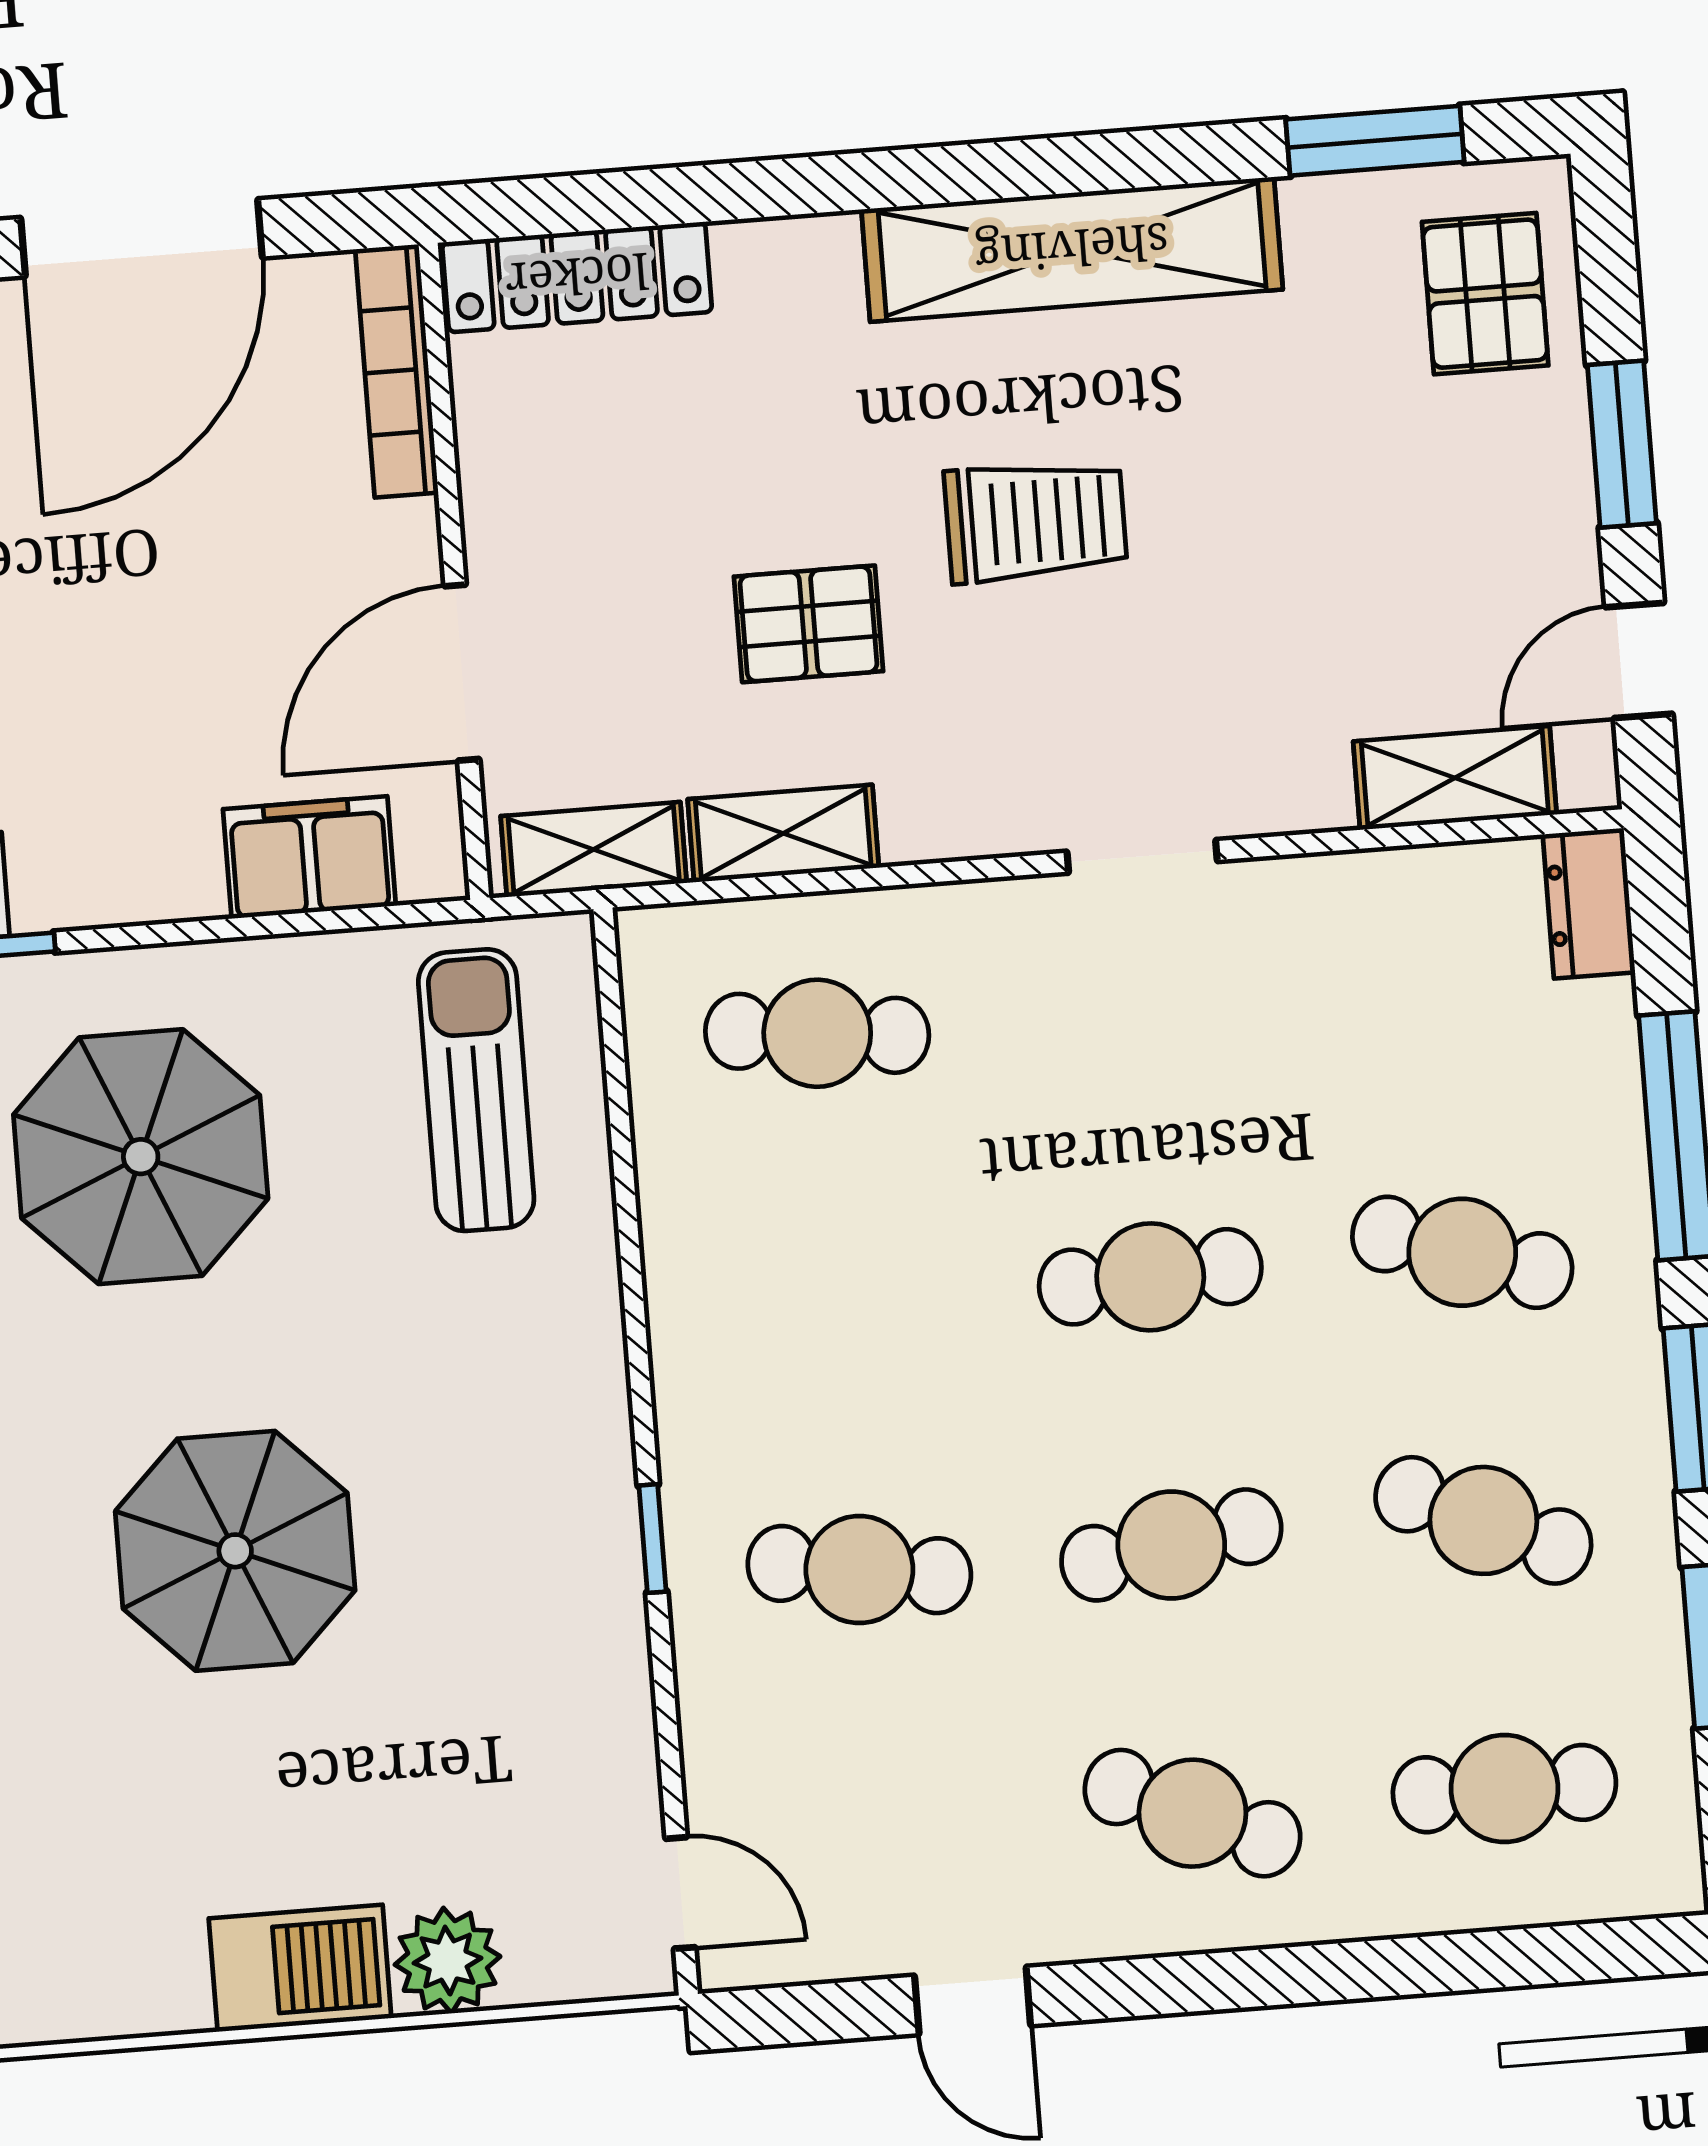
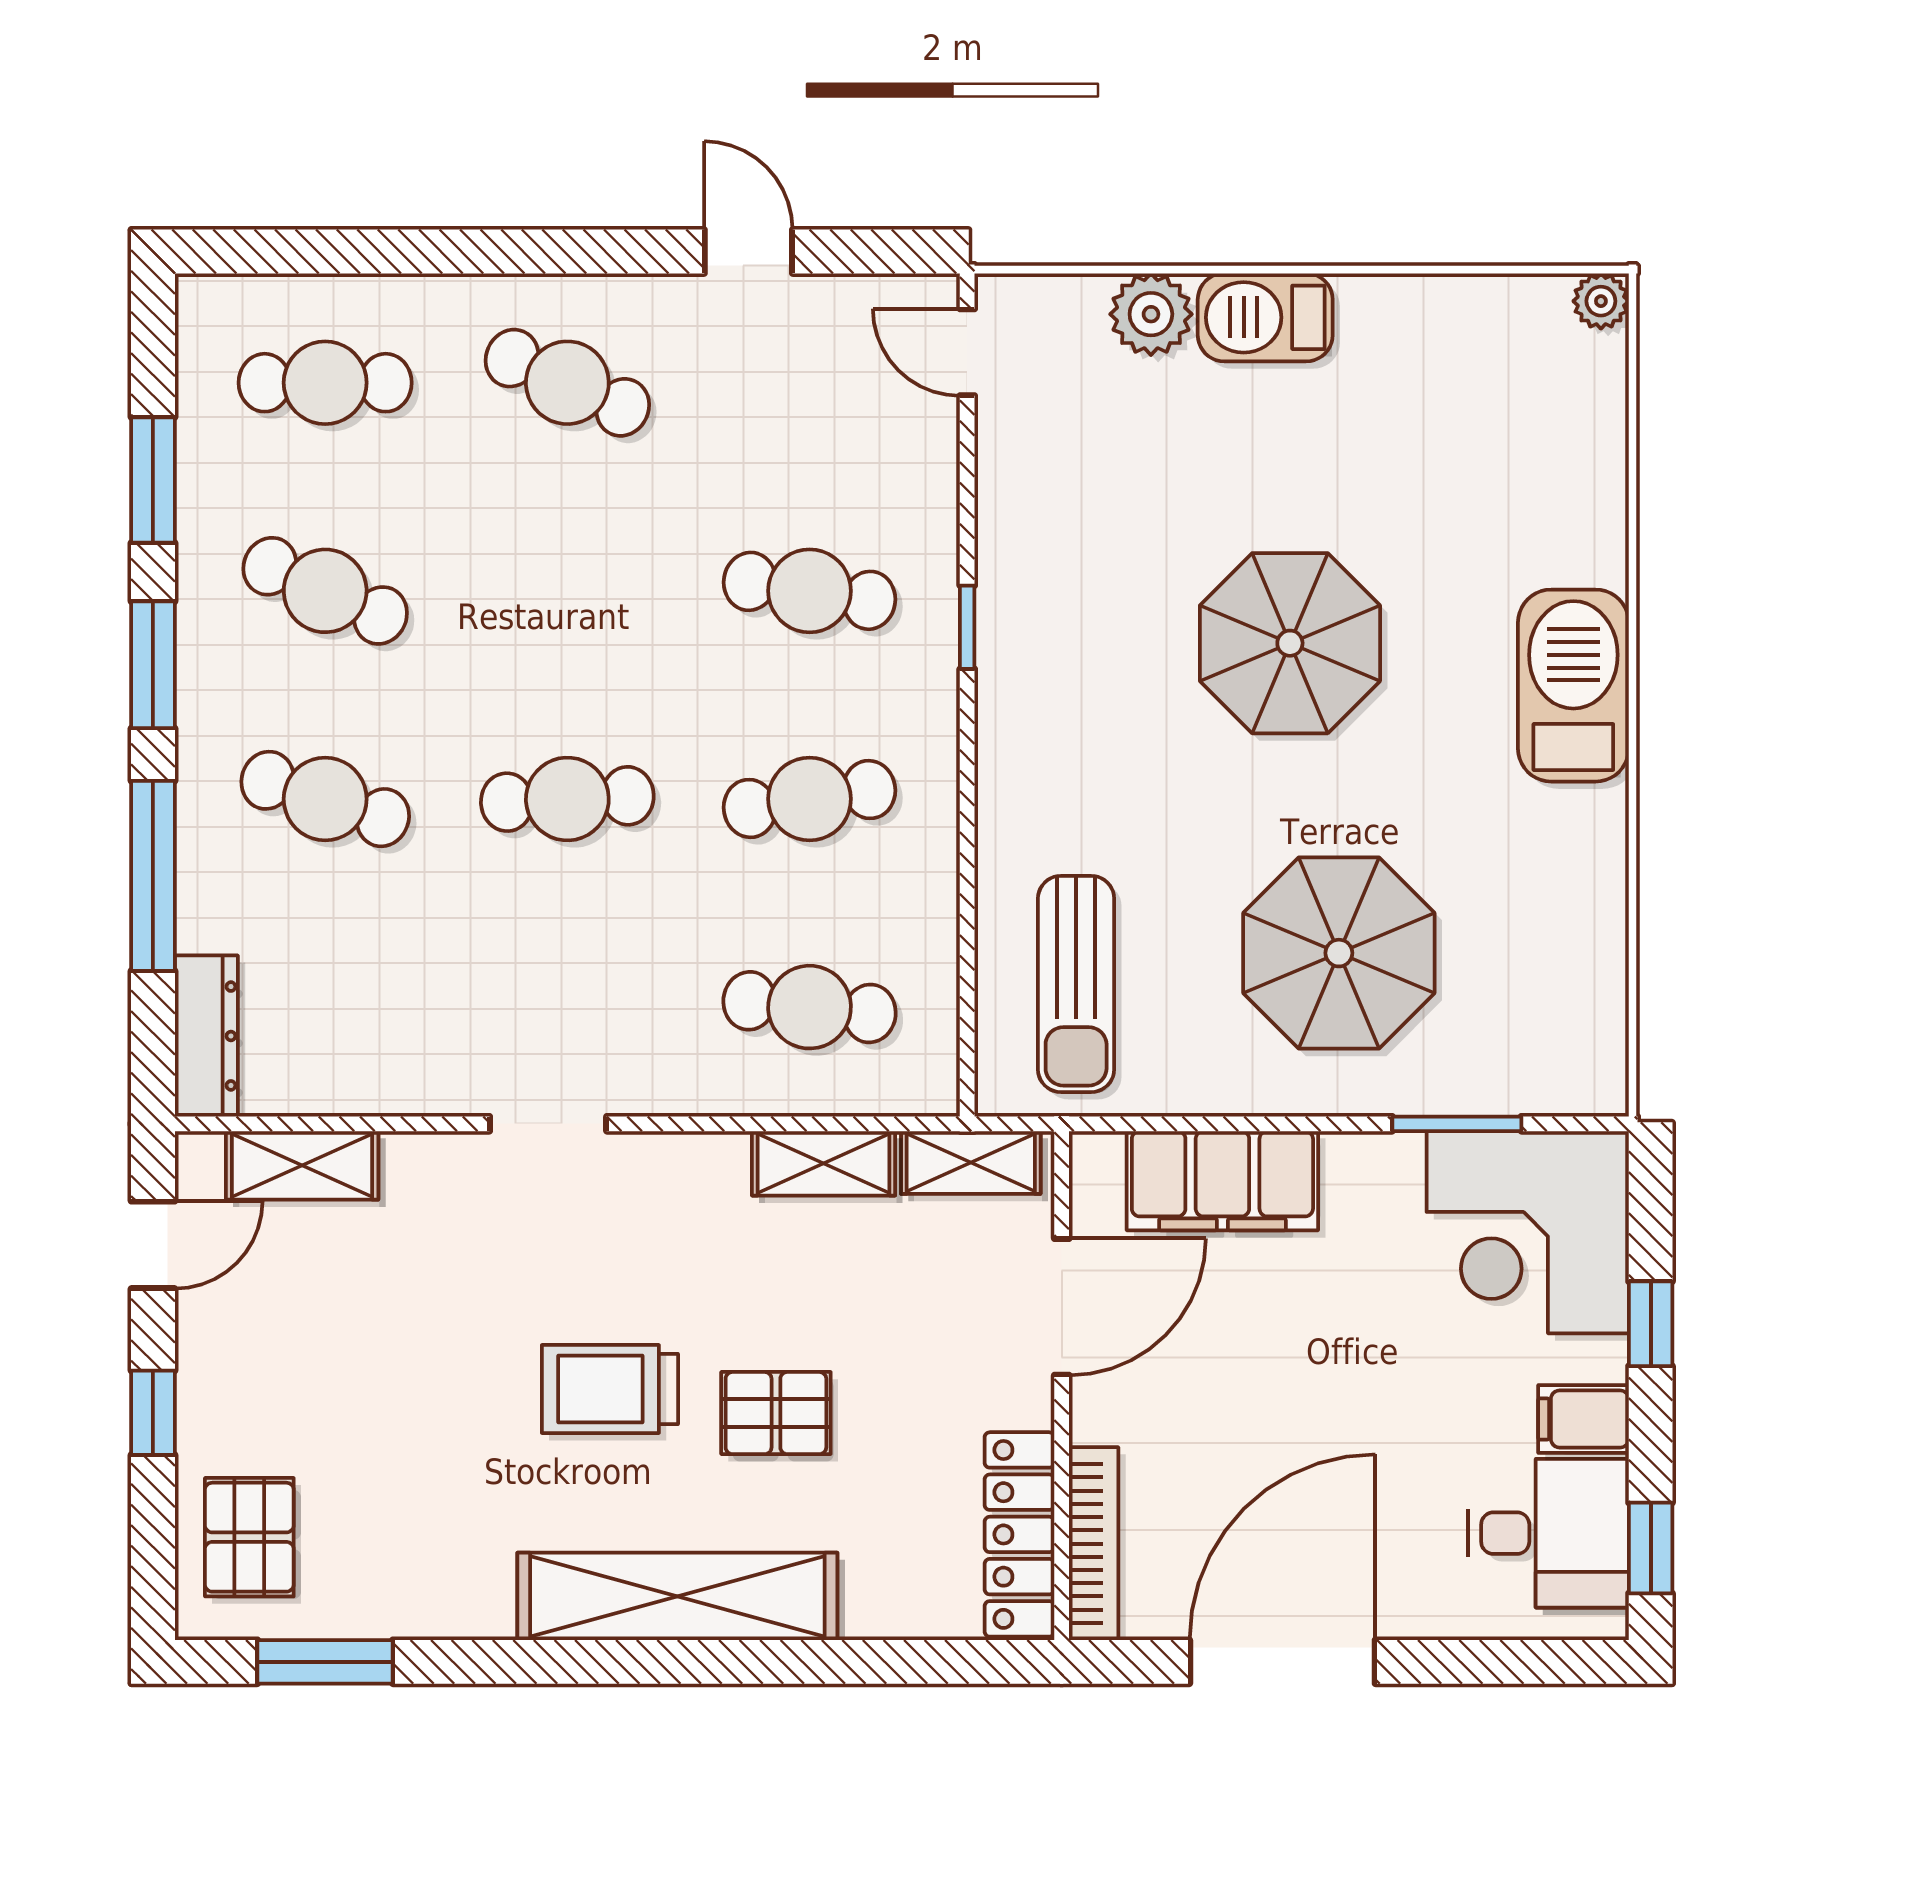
shelving: (1072, 249) -> (677, 1596), moved
locker: (577, 277) -> (1019, 1534), moved, turned -90
window: (1622, 444) -> (153, 1413), width x0.67
pallet: (809, 624) -> (776, 1413), moved
filing cabinet: (309, 857) -> (1222, 1181), width x1.50, depth x1.17
dresser: (1589, 903) -> (206, 1036), width x1.44
cafe table: (1171, 1545) -> (810, 799), moved

